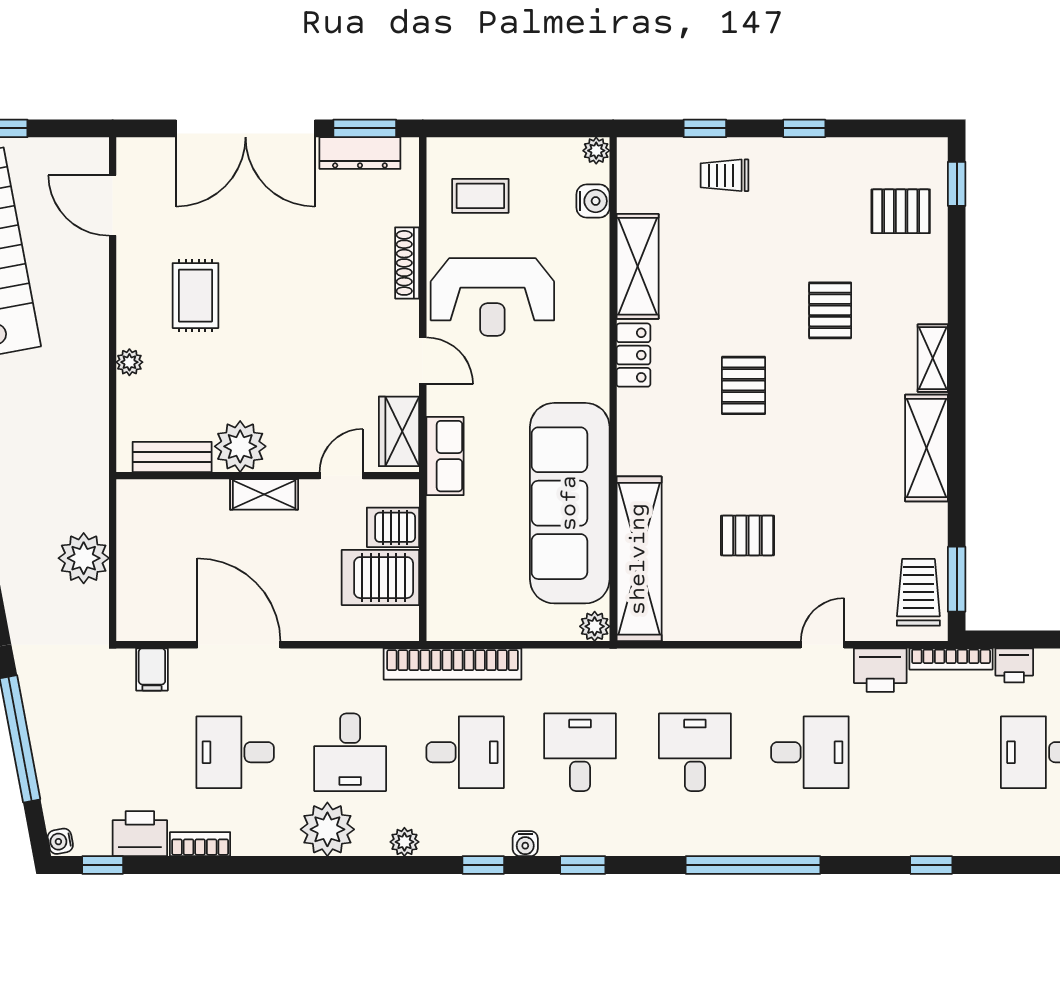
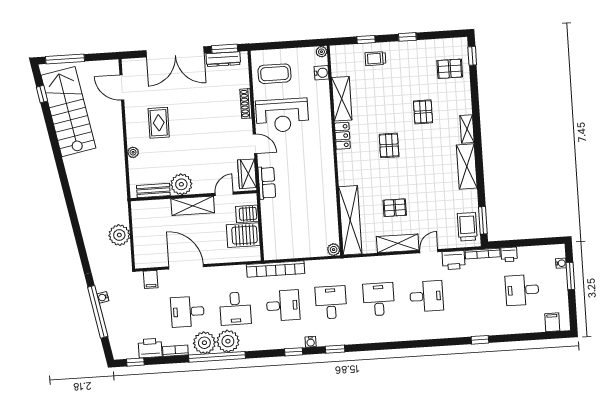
coffee table: (480, 196) -> (275, 74), width x1.36, depth x1.30
shelving: (264, 494) -> (193, 206), width x1.50, depth x1.33
sofa: (570, 503) -> (320, 199), removed
shelving: (749, 621) -> (398, 243), added
water cooler: (60, 841) -> (103, 297), moved
plant: (404, 842) -> (204, 343), moved, width x1.87, depth x1.87
window: (753, 865) -> (217, 357), moved

